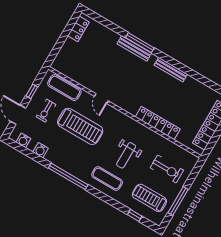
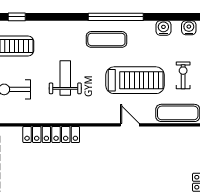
treadmill: (80, 126) -> (135, 80), turned 180
exercise mat: (107, 178) -> (106, 39), moved

